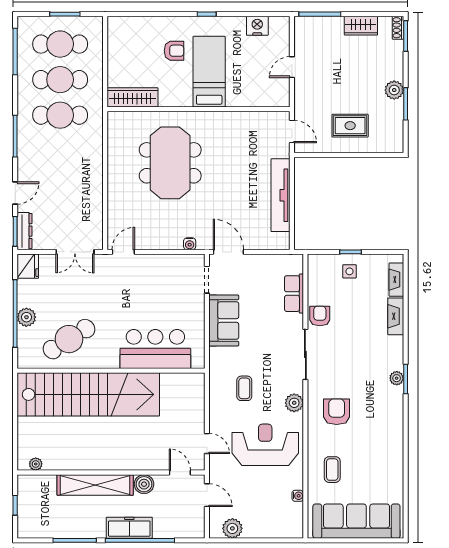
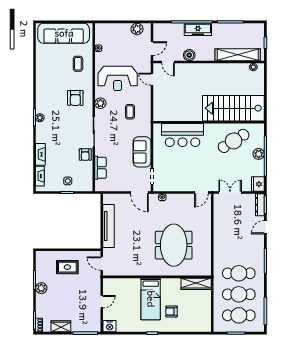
nightstand: (257, 26) -> (110, 326), moved
stairs: (88, 394) -> (233, 108), width x0.73
shelving: (95, 485) -> (238, 55), moved
door: (207, 495) -> (152, 49), swing flipped

